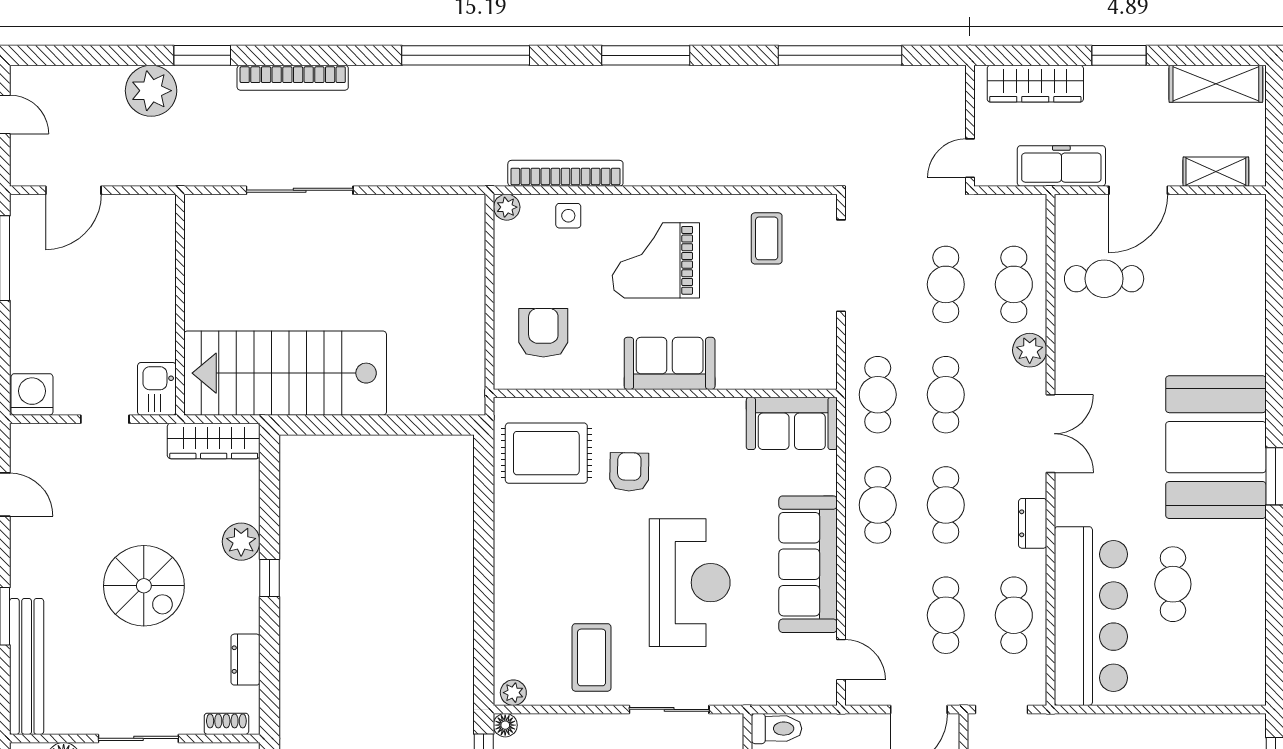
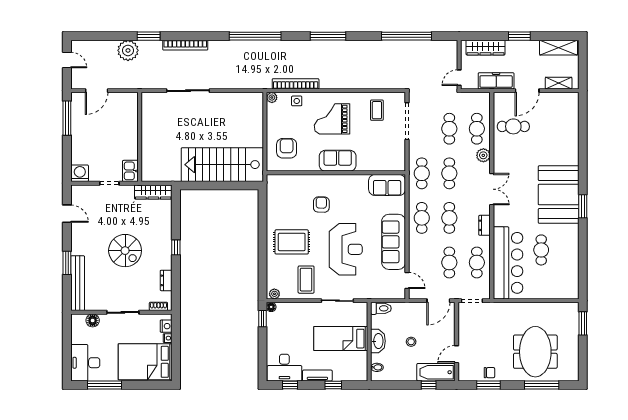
stairs: (285, 373) -> (222, 165), moved
rug: (546, 453) -> (292, 242), moved
plant: (241, 542) -> (164, 233), removed

